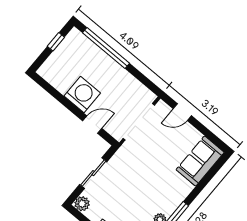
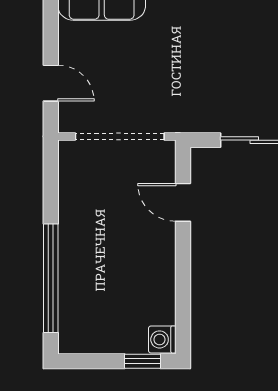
window: (56, 42) -> (143, 361), moved
washing machine: (82, 94) -> (162, 339), moved, width x0.53, depth x0.53

